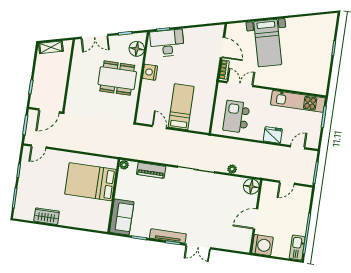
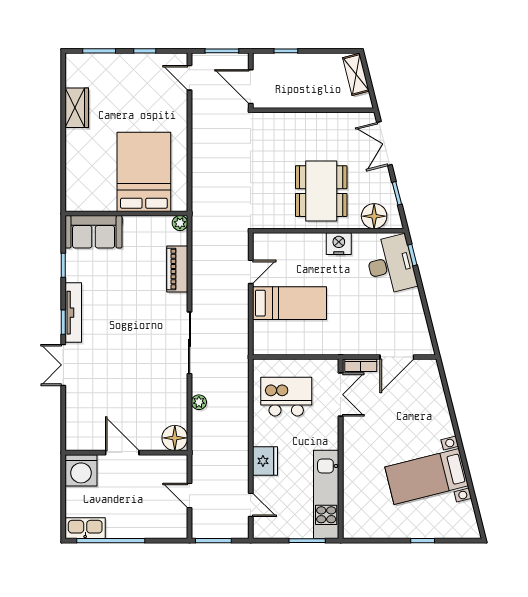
bed with nightstands: (268, 43) -> (427, 476), moved

